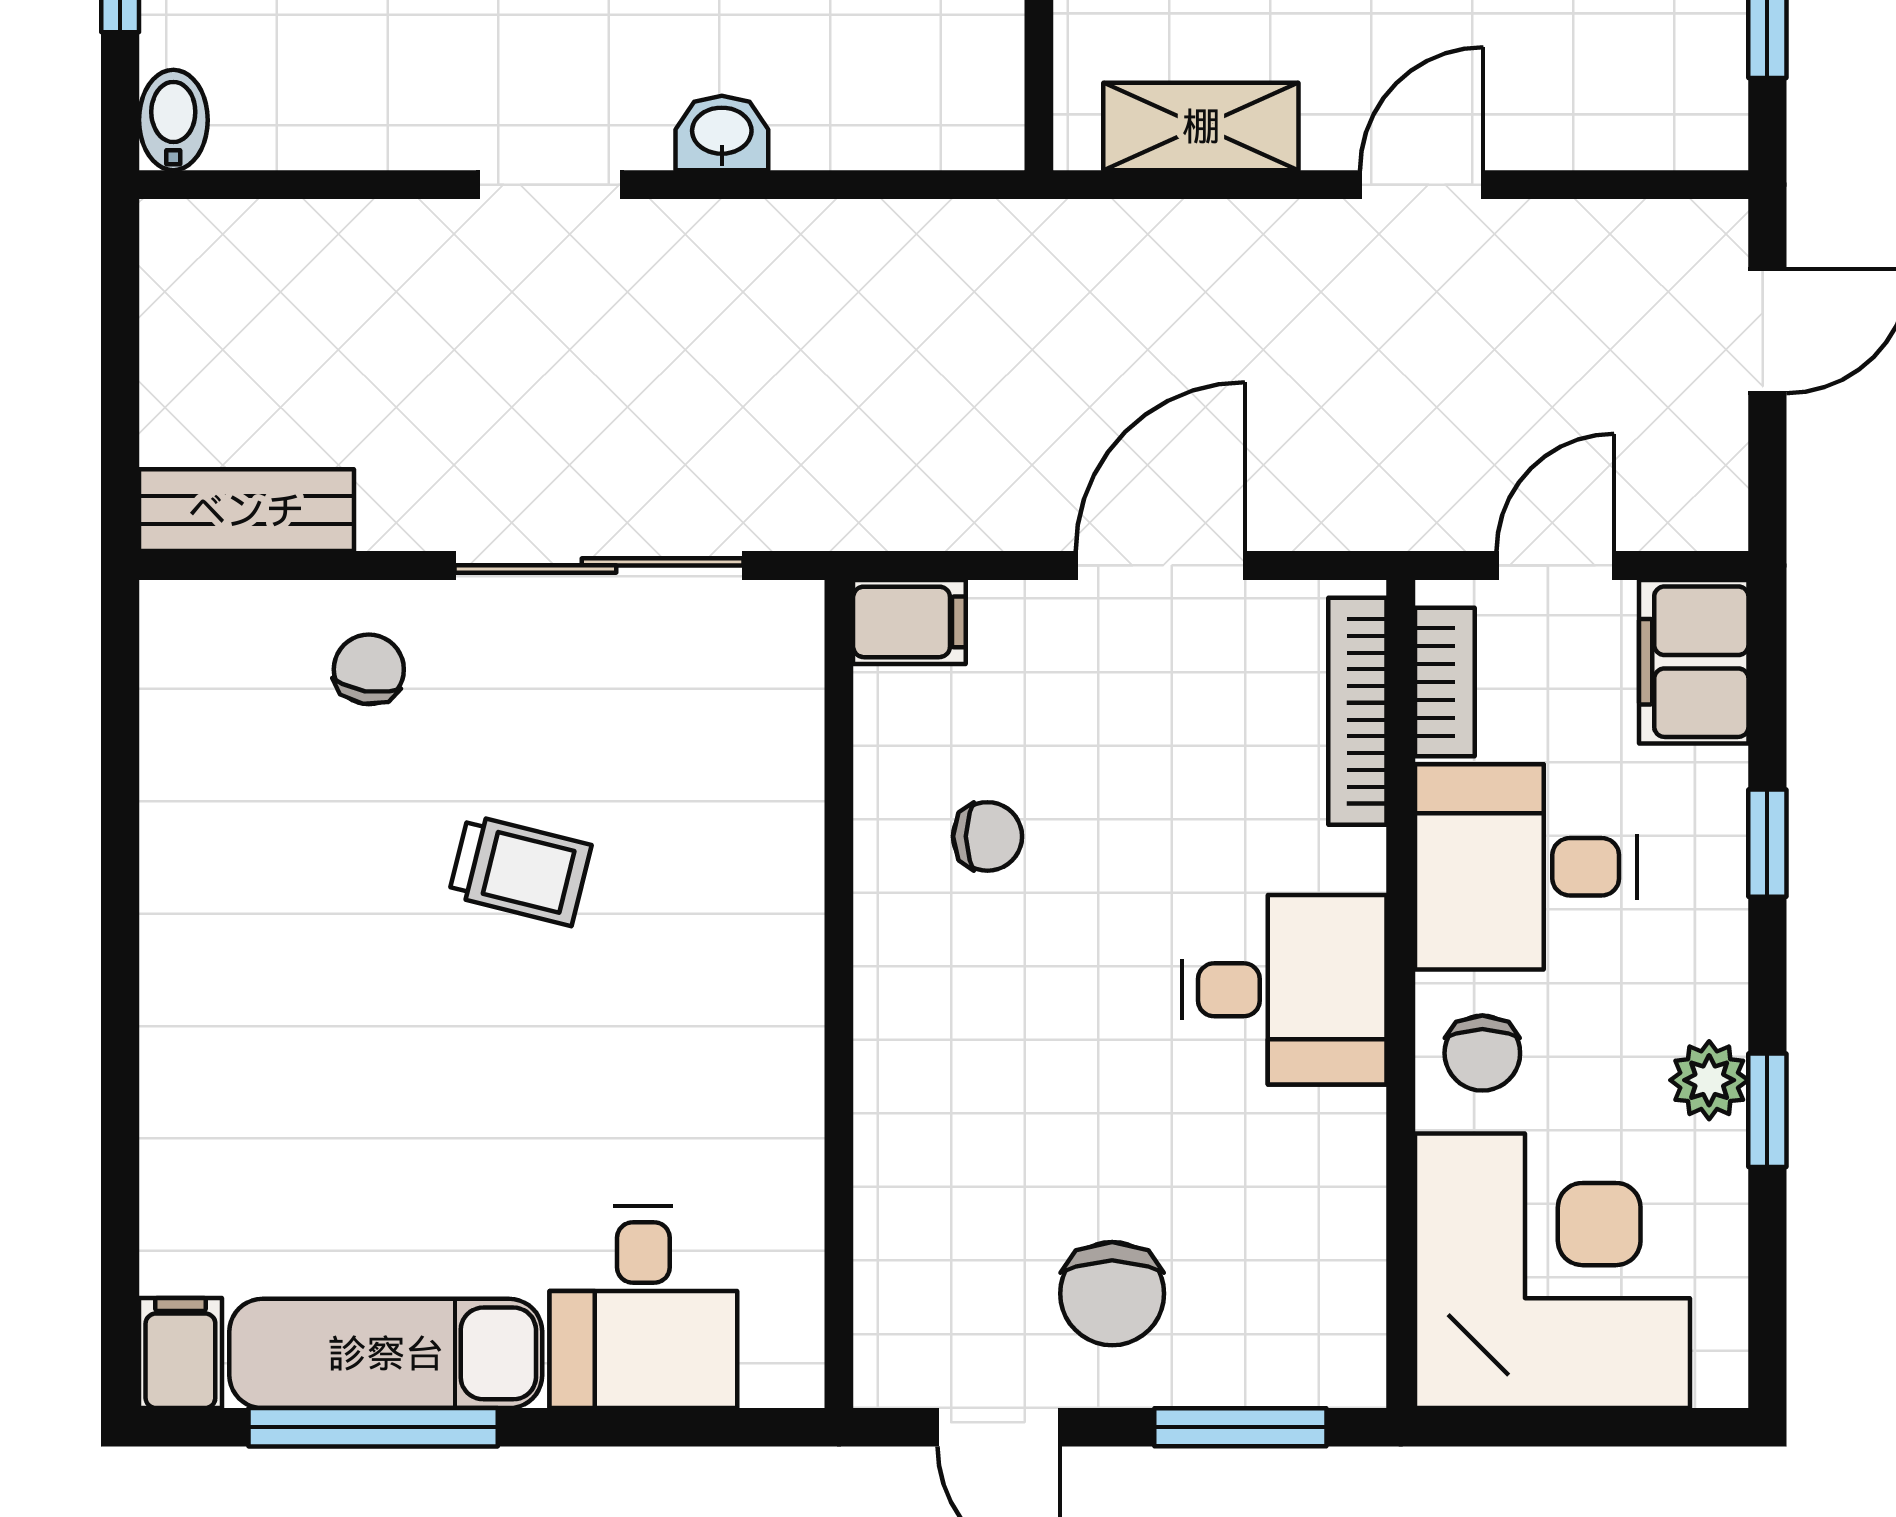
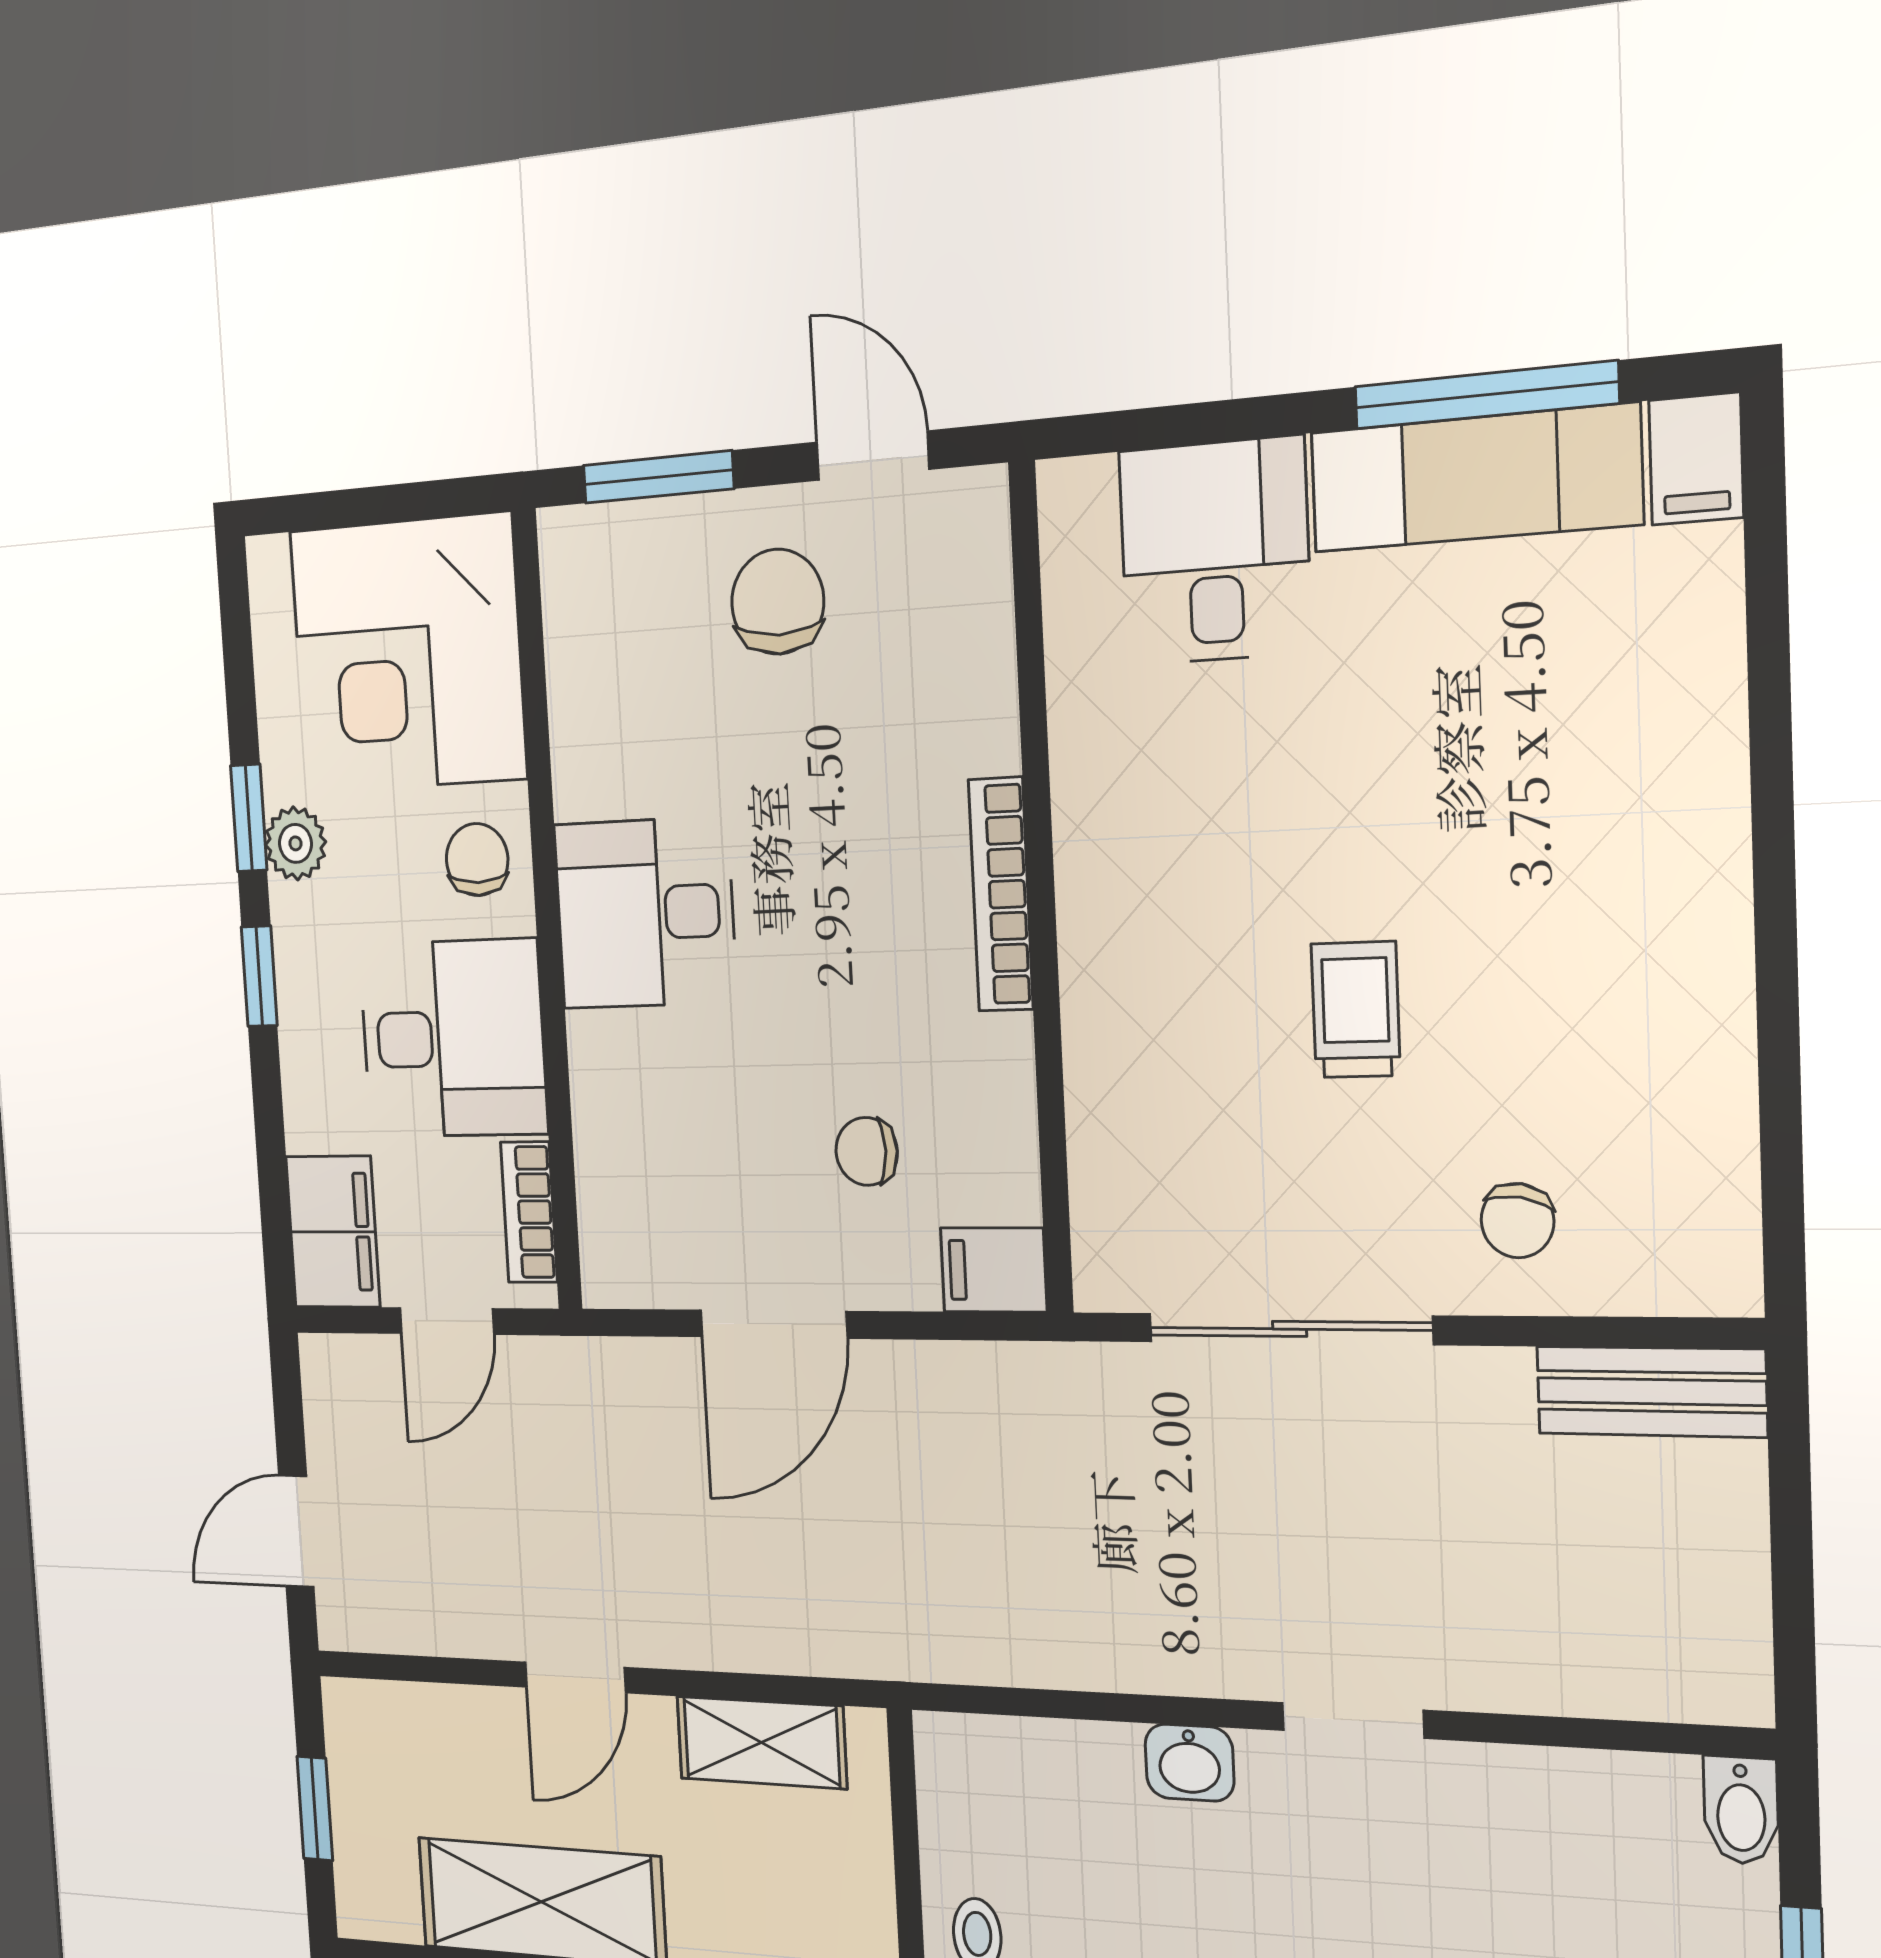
bookcase: (1357, 711) -> (1001, 894), moved, turned 180
chair: (988, 836) -> (867, 1151), moved
window: (1767, 843) -> (259, 976), moved
trolley: (520, 870) -> (1356, 1010), turned 76

